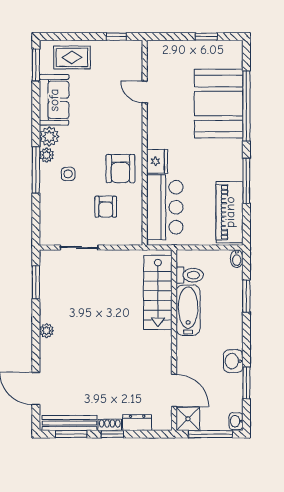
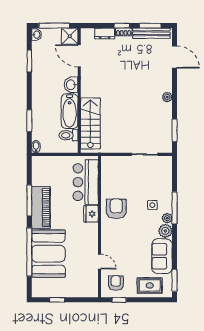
armchair: (106, 207) -> (116, 283), moved
piano: (230, 212) -> (41, 208), moved
washbasin: (233, 361) -> (71, 85), moved, turned 180

